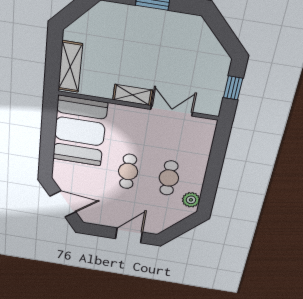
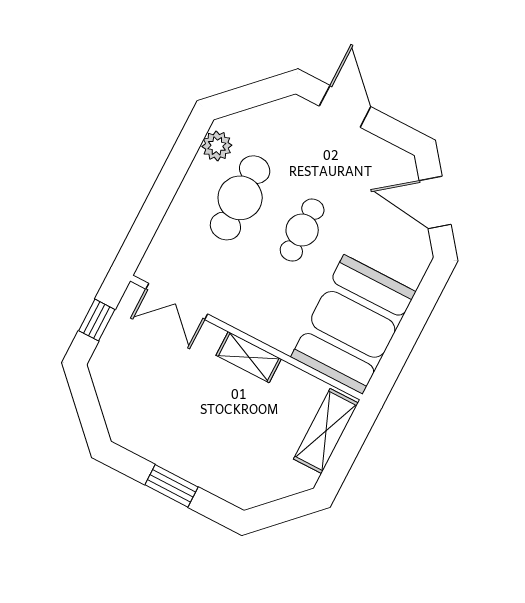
double door: (172, 111) -> (177, 301), moved
cafe table: (169, 178) -> (240, 198), width x1.37, depth x1.35
door: (129, 235) -> (345, 106), swing flipped

